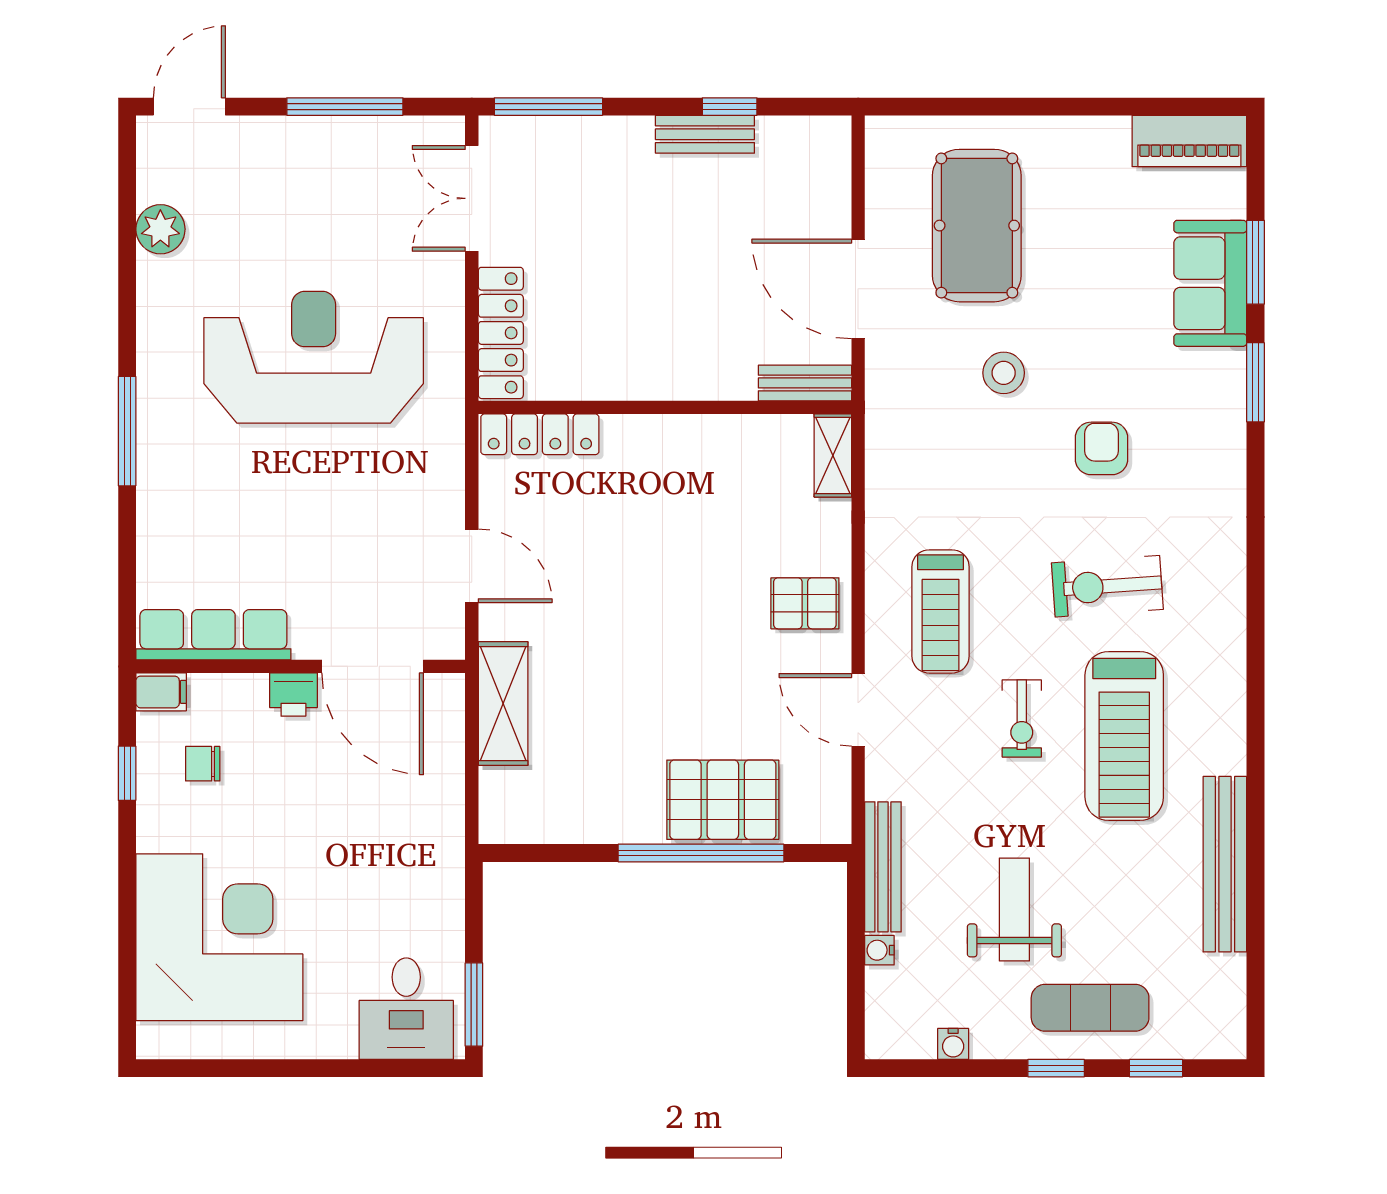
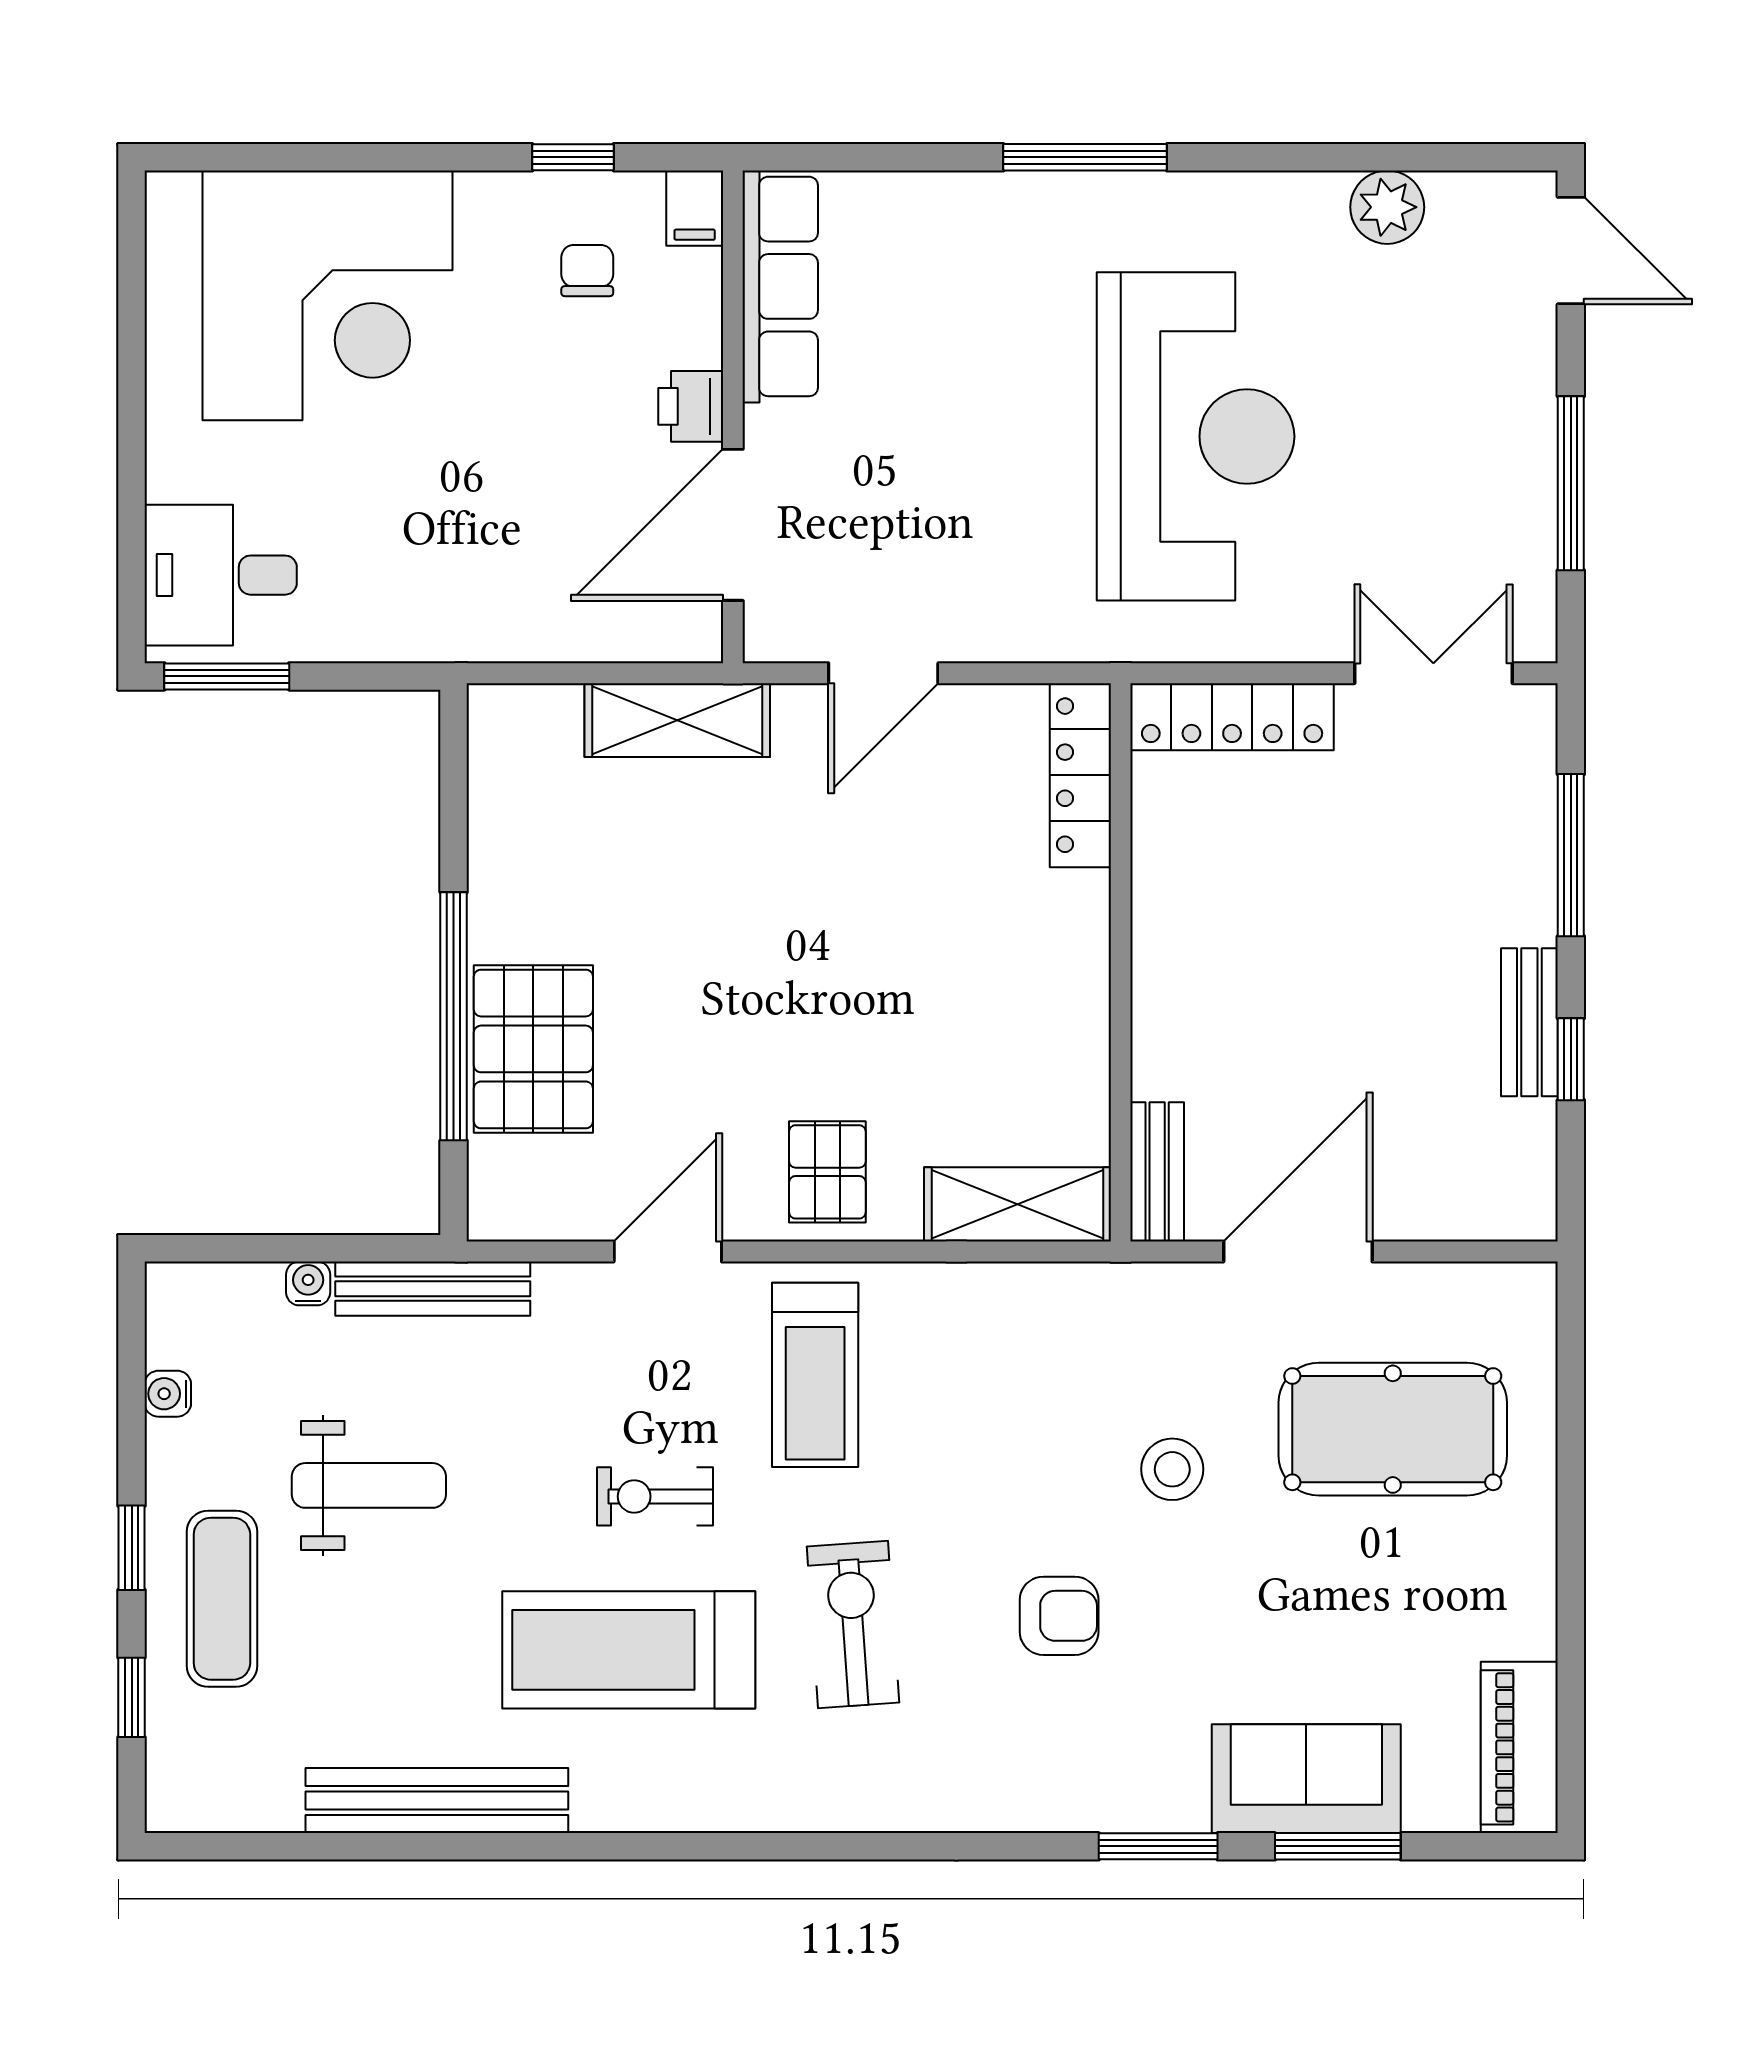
window: (548, 107) -> (1571, 855), moved
shelving: (833, 456) -> (1017, 1204), width x1.50, depth x1.33
treadmill: (941, 611) -> (815, 1375), turned -90

